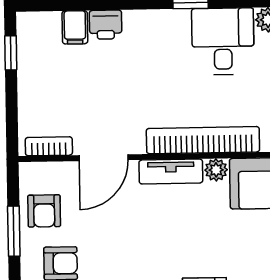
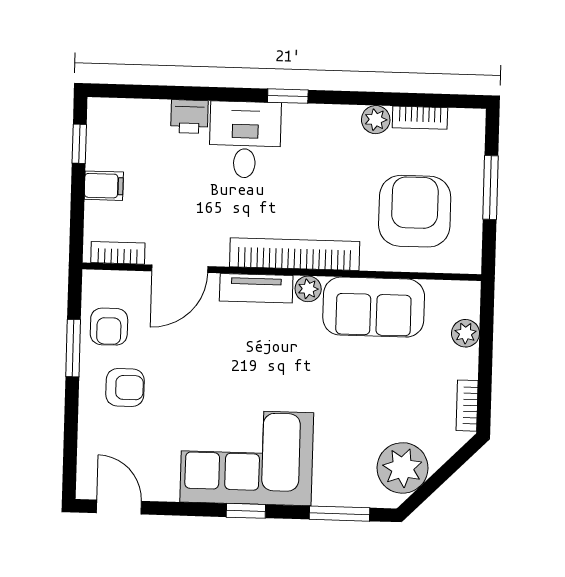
filing cabinet: (75, 27) -> (104, 186), moved, turned -90
desk: (223, 41) -> (245, 140), moved

